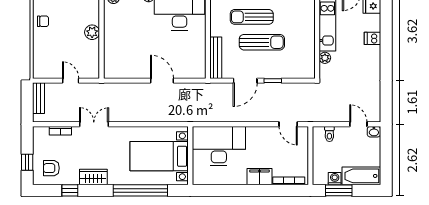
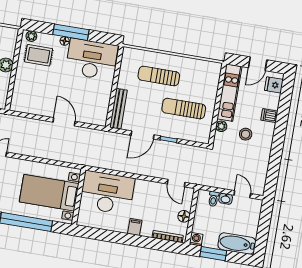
rug: (124, 16) -> (39, 55), added
sun lounger: (262, 42) -> (184, 109), moved, turned 180
stool: (351, 62) -> (246, 134), added
washbasin: (374, 132) -> (226, 199), moved
floor lamp: (302, 157) -> (184, 216), added
filing cabinet: (259, 177) -> (135, 227), width x0.50
washing machine: (335, 179) -> (196, 239), moved

